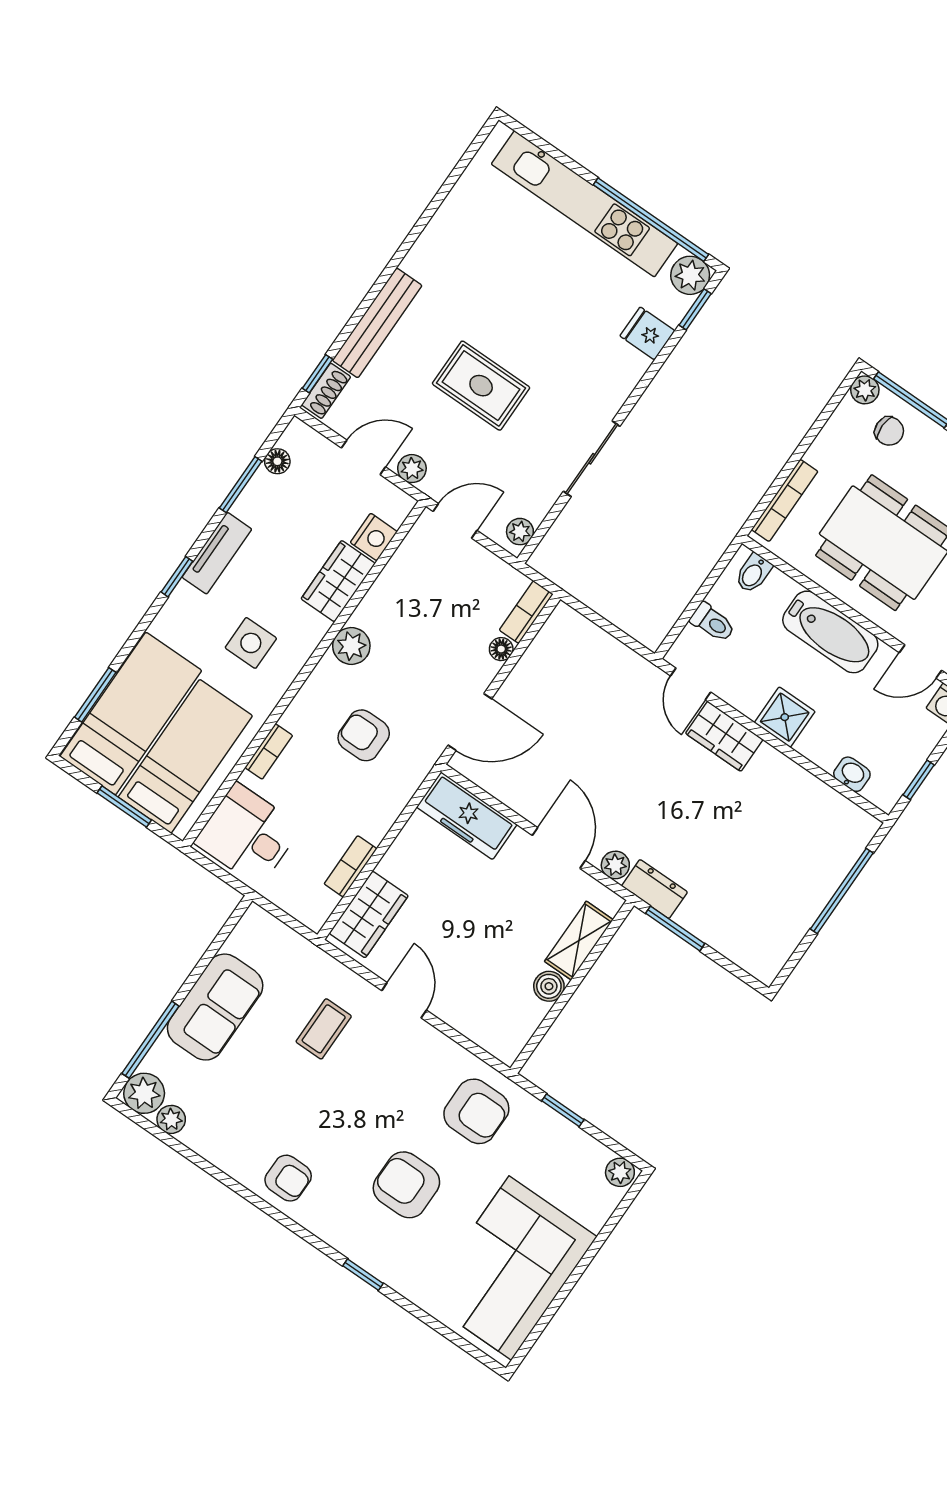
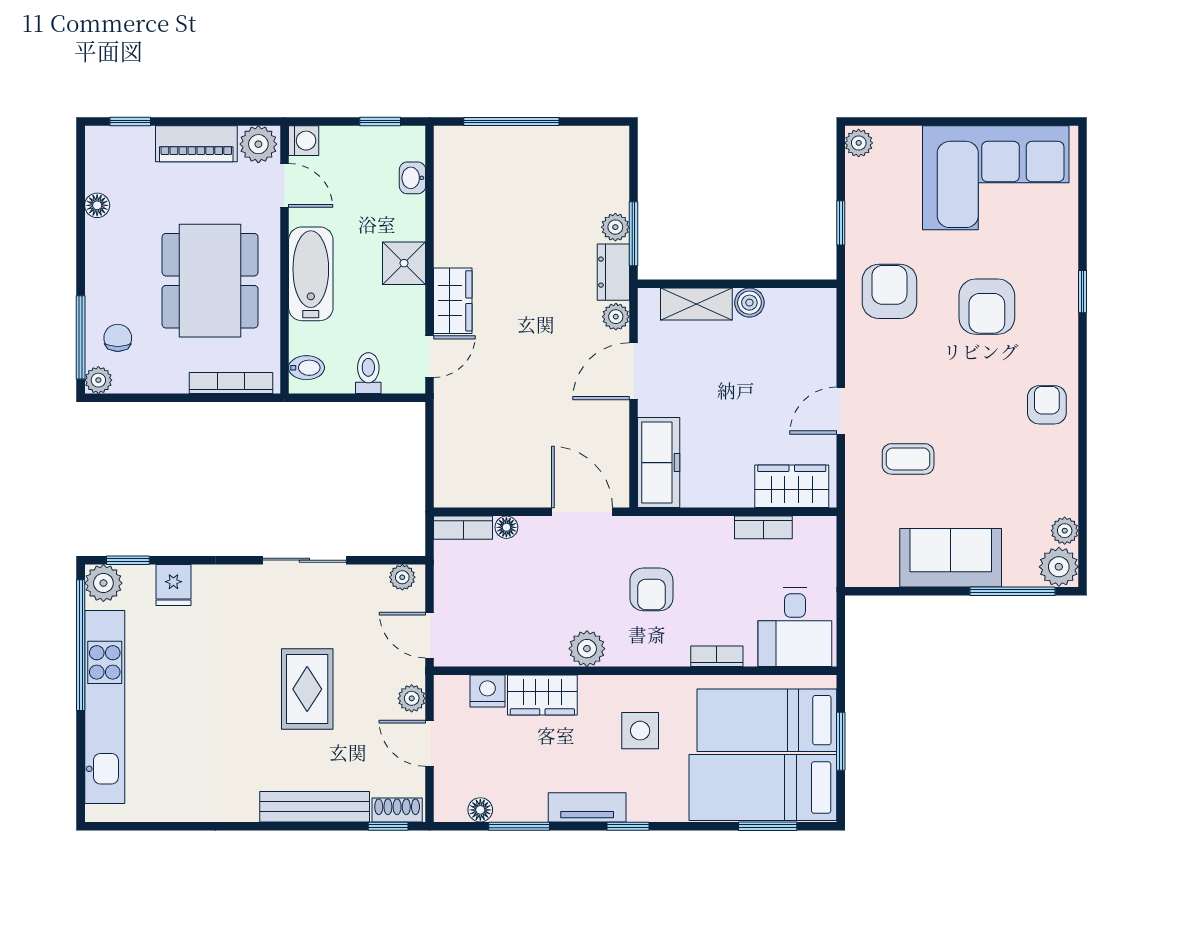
plant: (691, 917) -> (615, 227), added

